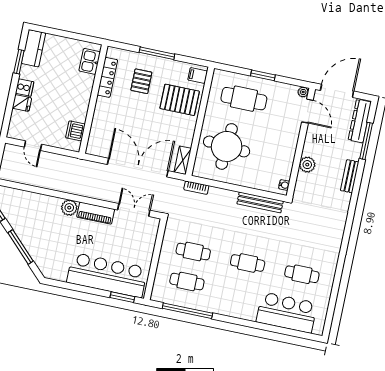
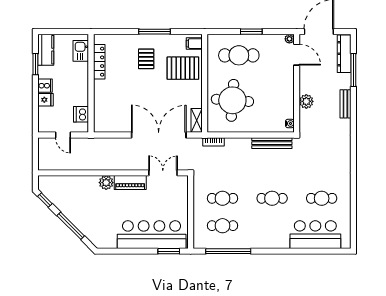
kitchen sink: (90, 61) -> (81, 51), moved
locker: (107, 77) -> (99, 62), moved
wall: (93, 99) -> (91, 83), moved
dishwasher: (75, 131) -> (81, 114), moved

